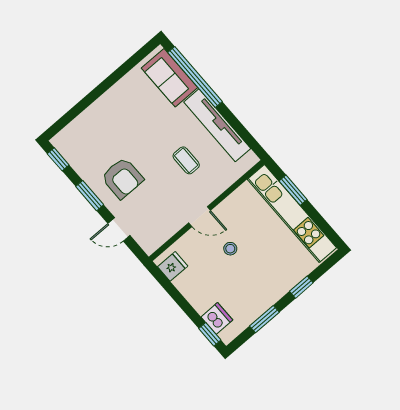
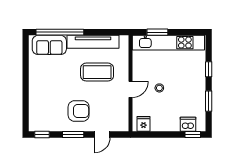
coffee table: (186, 160) -> (97, 72), width x1.86, depth x1.72

